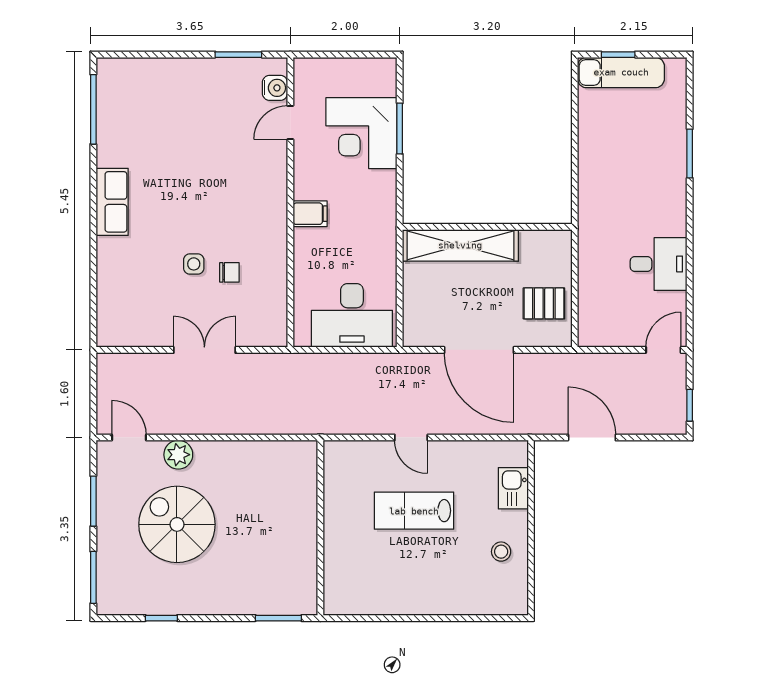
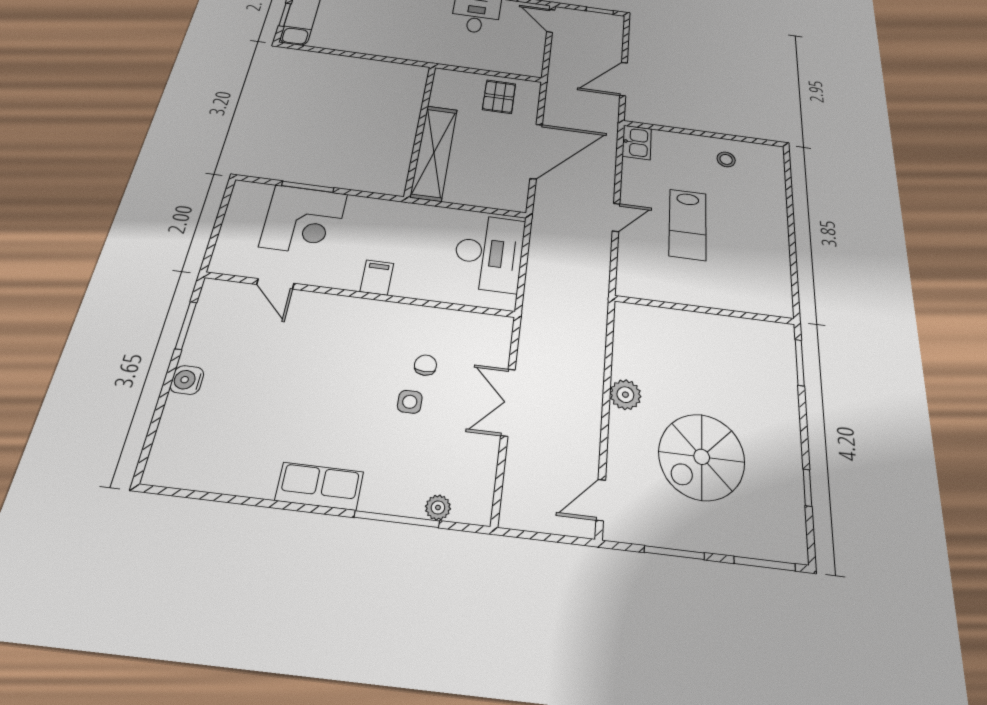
water cooler: (275, 88) -> (187, 380), moved, turned -90
window: (93, 109) -> (397, 519), moved
plant: (107, 302) -> (438, 508), added
plant: (178, 455) -> (625, 395), moved
kitchen sink: (513, 488) -> (637, 142), moved, turned -90

